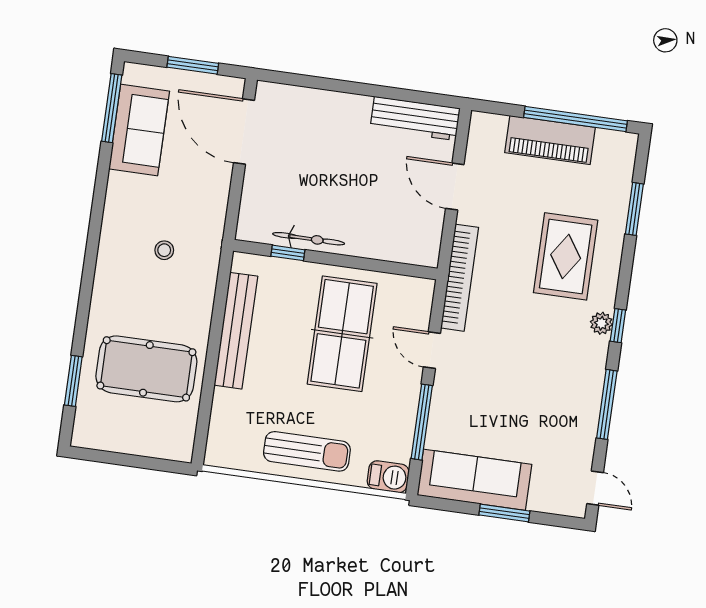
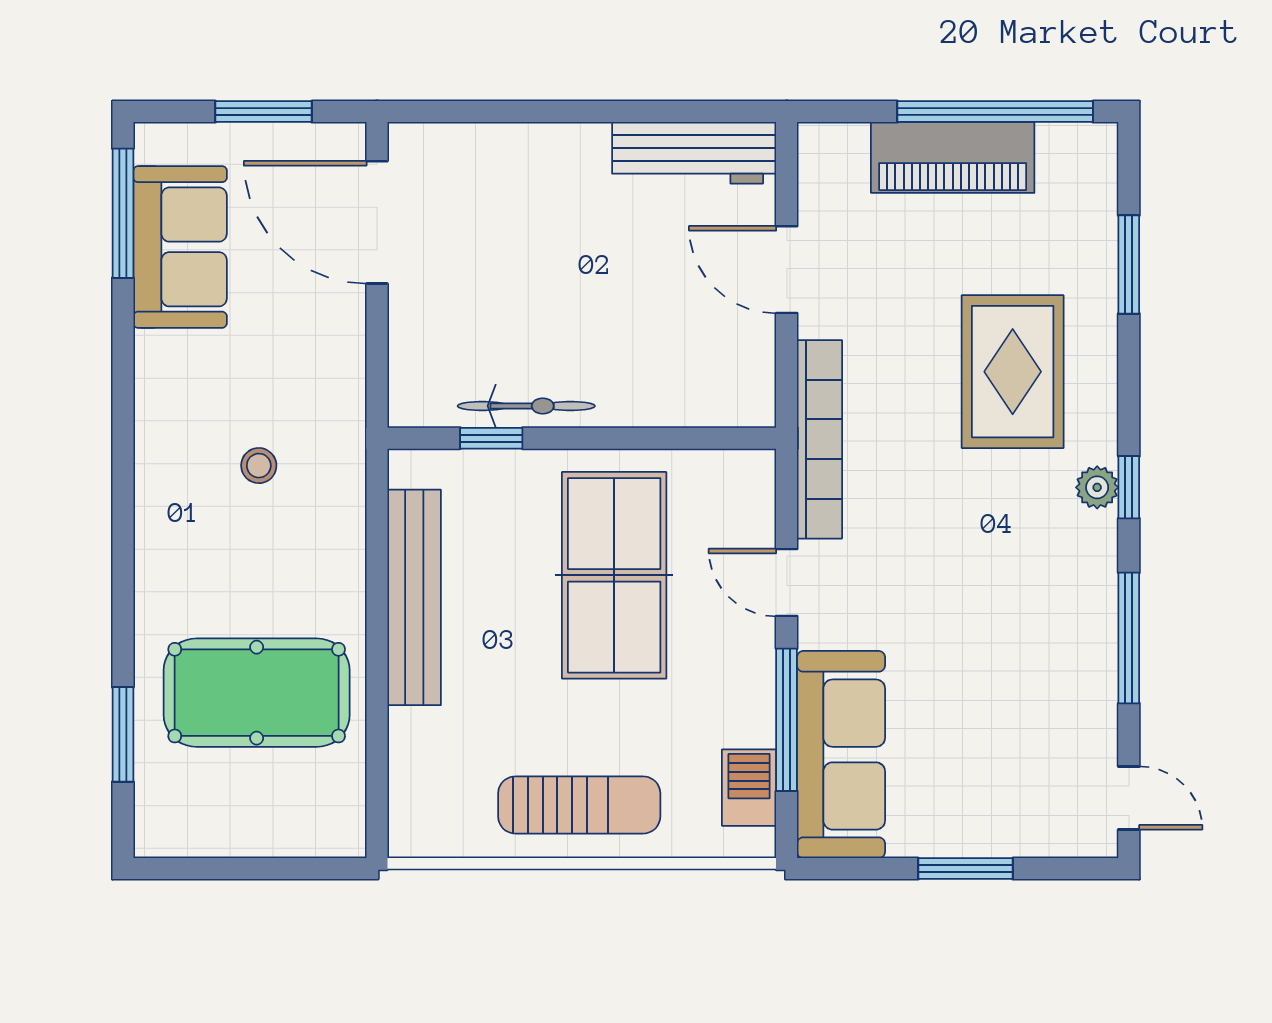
barbecue: (388, 477) -> (749, 788), moved, turned -90
sofa: (474, 480) -> (841, 755), moved, turned 90

